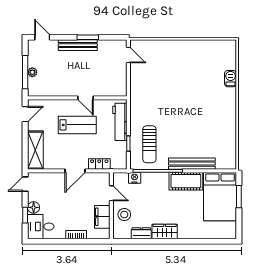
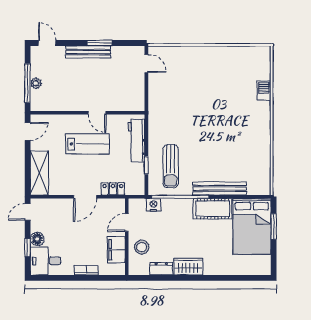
door: (111, 193) -> (127, 223), swing flipped

